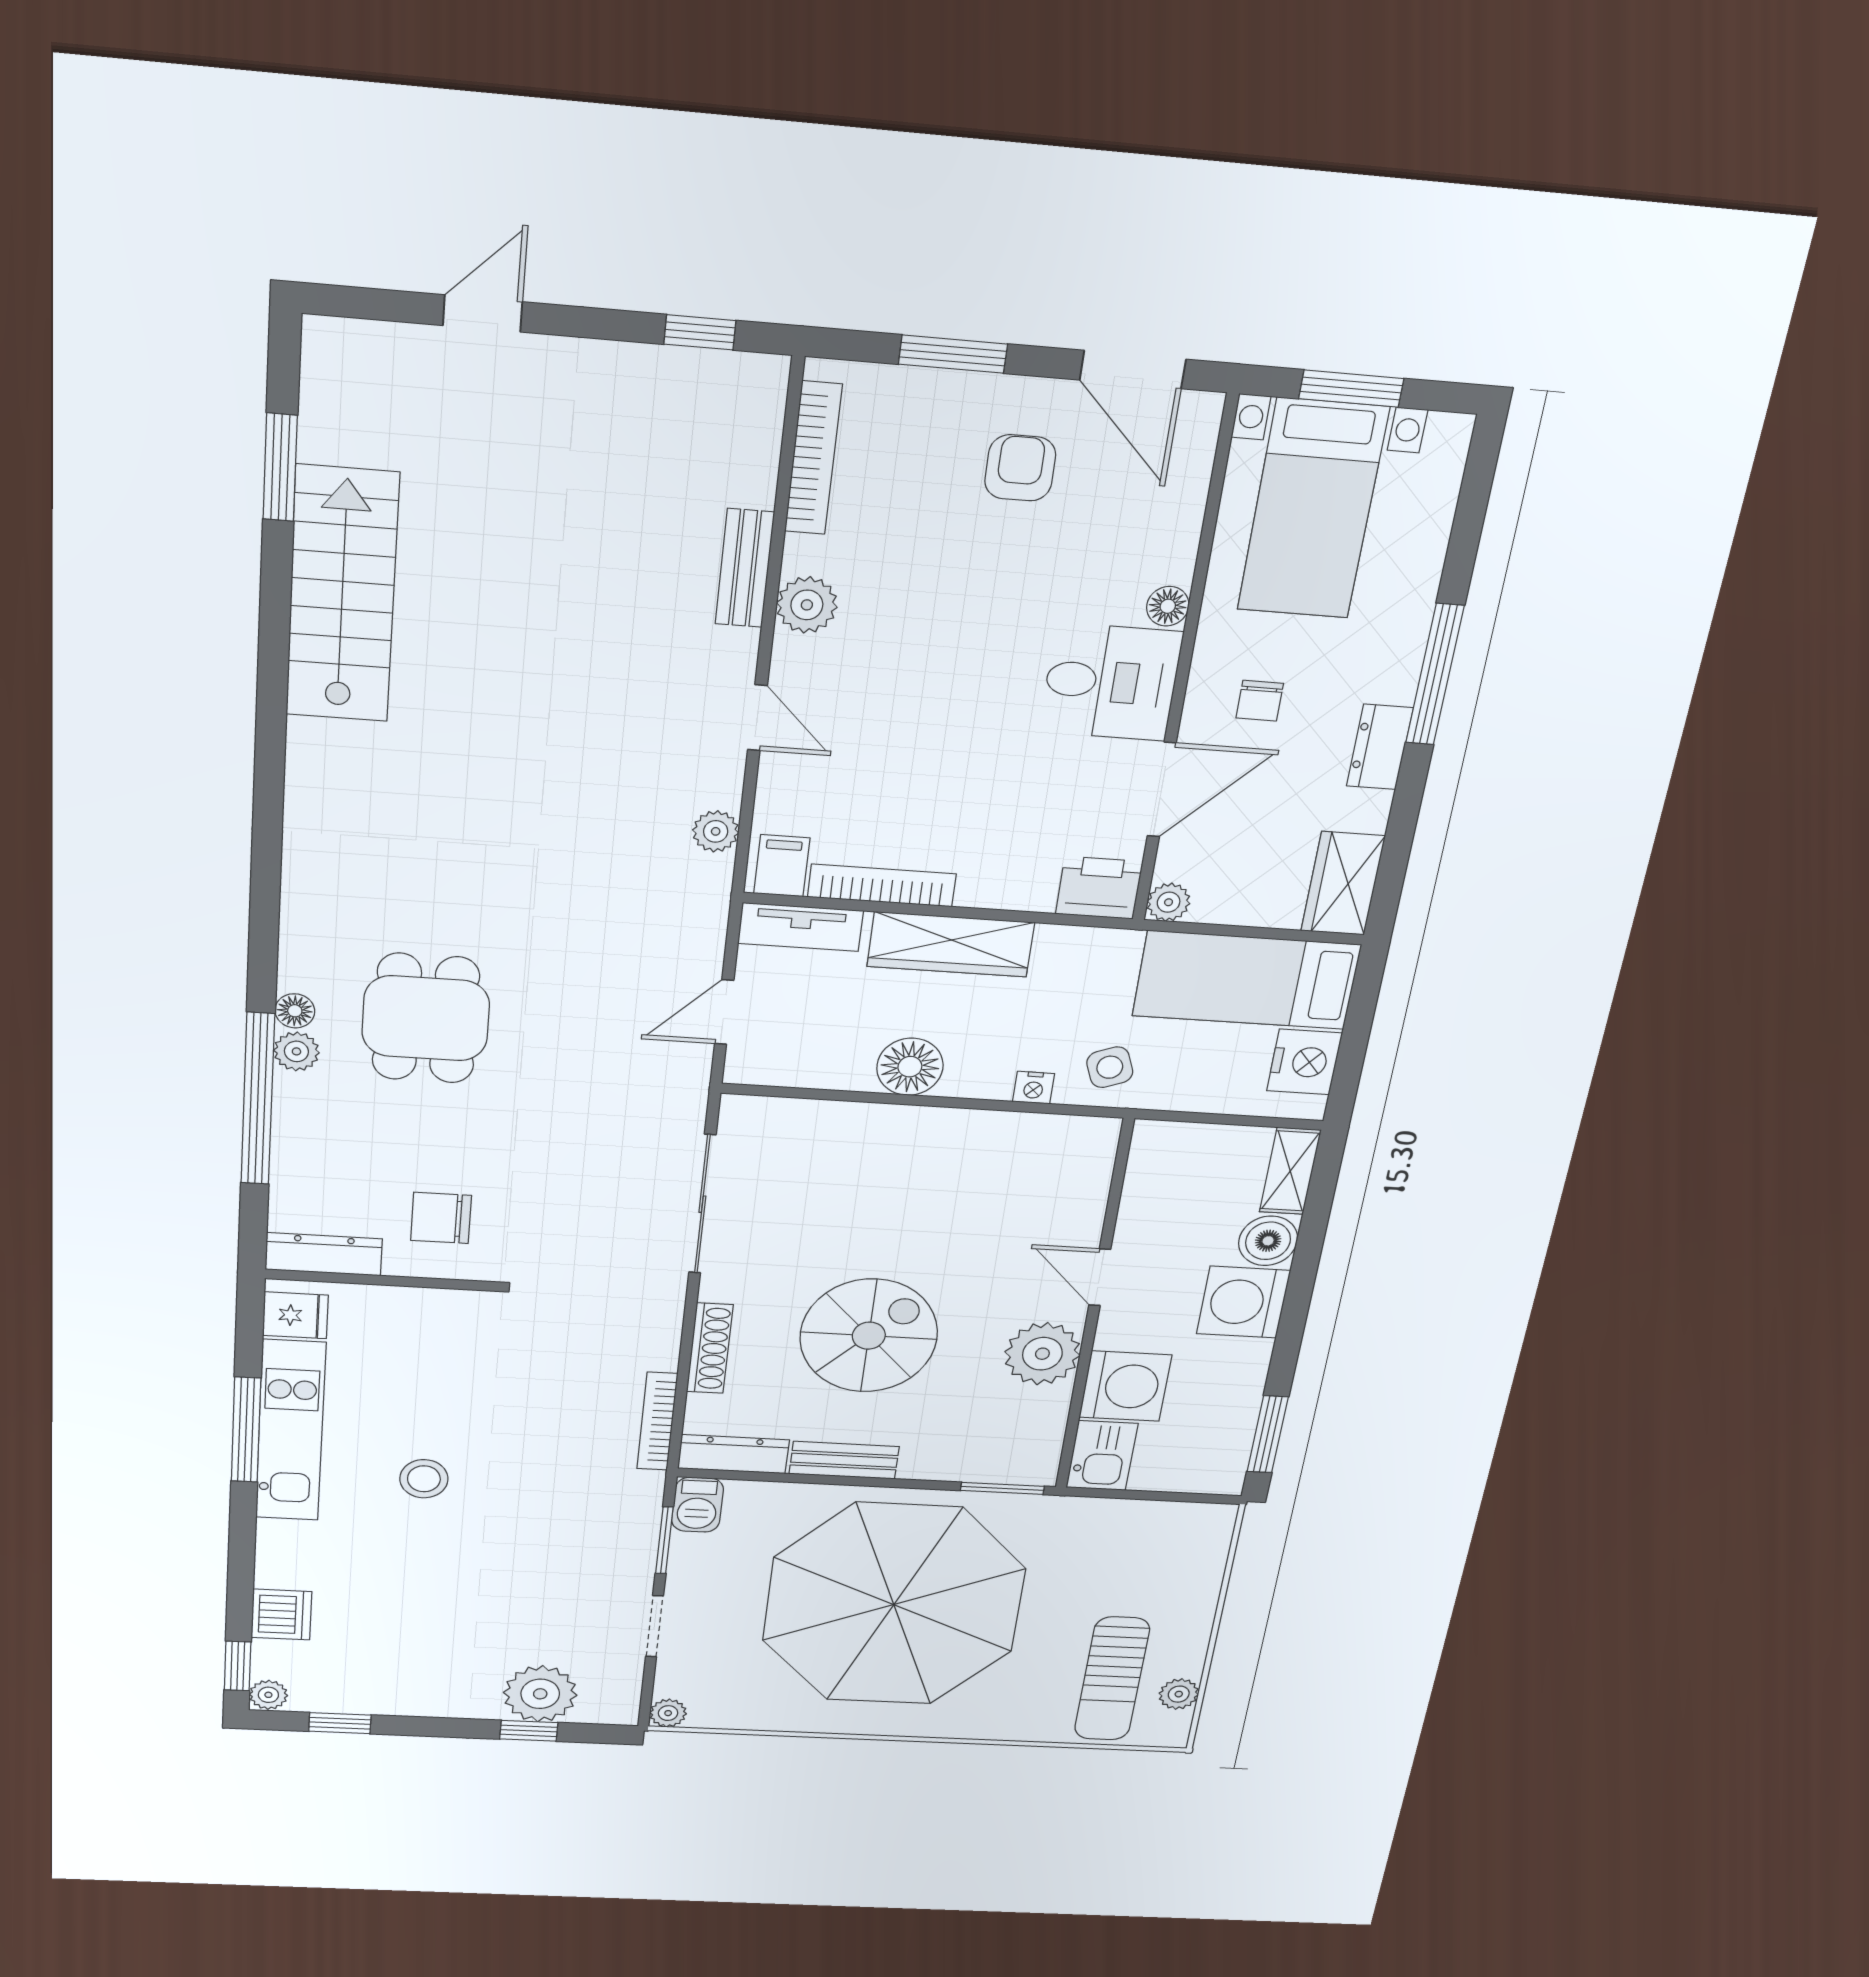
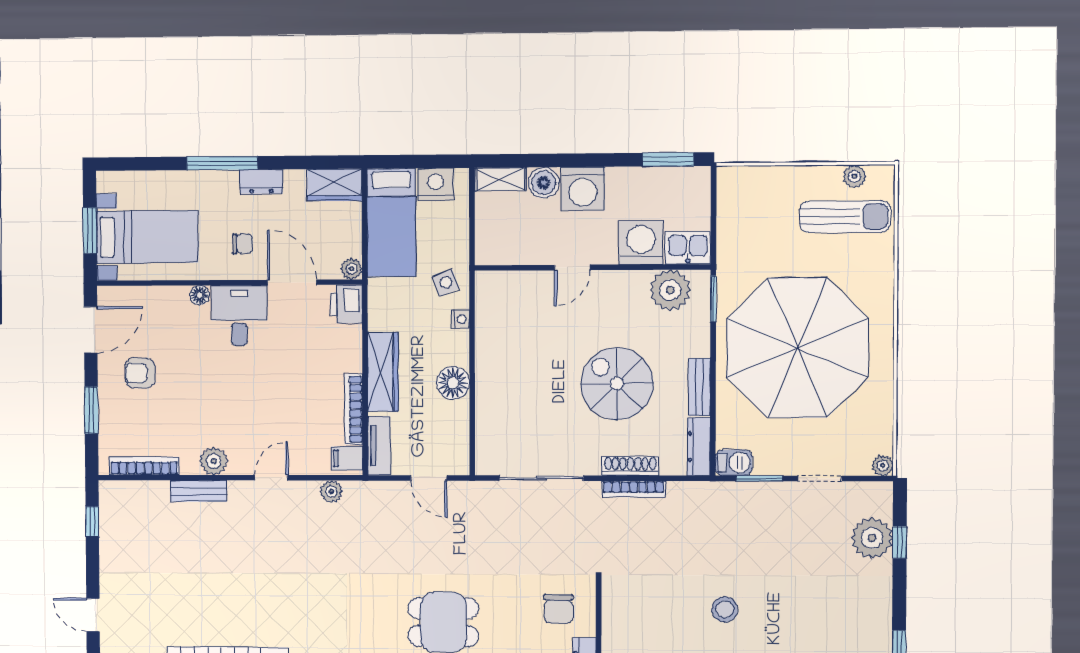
plant: (1042, 1354) -> (670, 290), moved
bookcase: (657, 1421) -> (634, 489), moved

